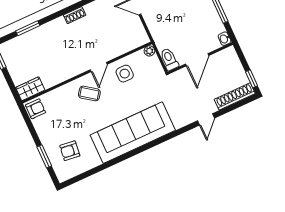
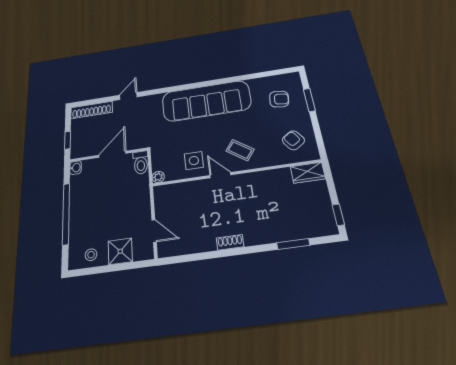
door: (99, 67) -> (220, 175), hinge flipped
window: (252, 79) -> (68, 140), moved
armchair: (36, 109) -> (293, 140), moved, turned 56

